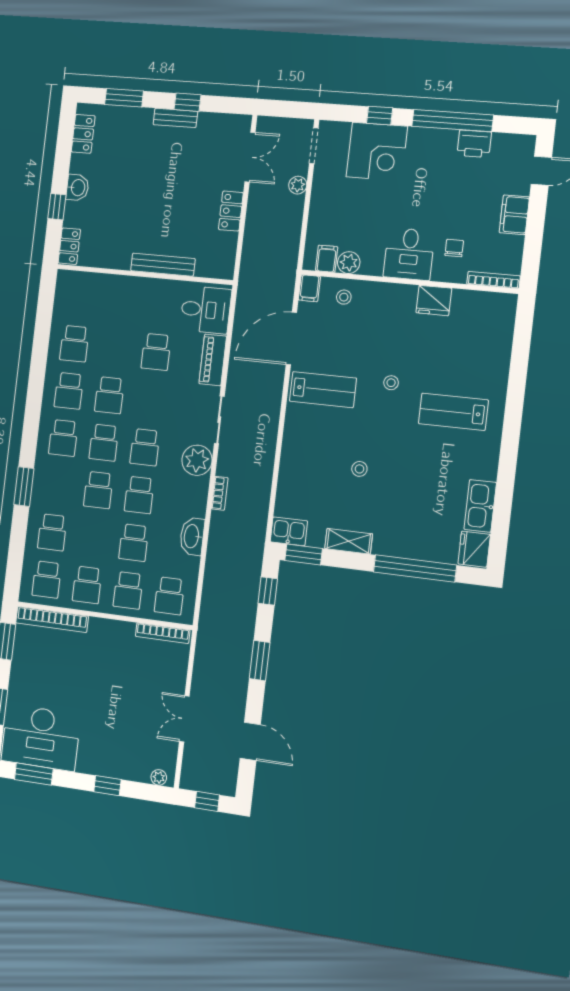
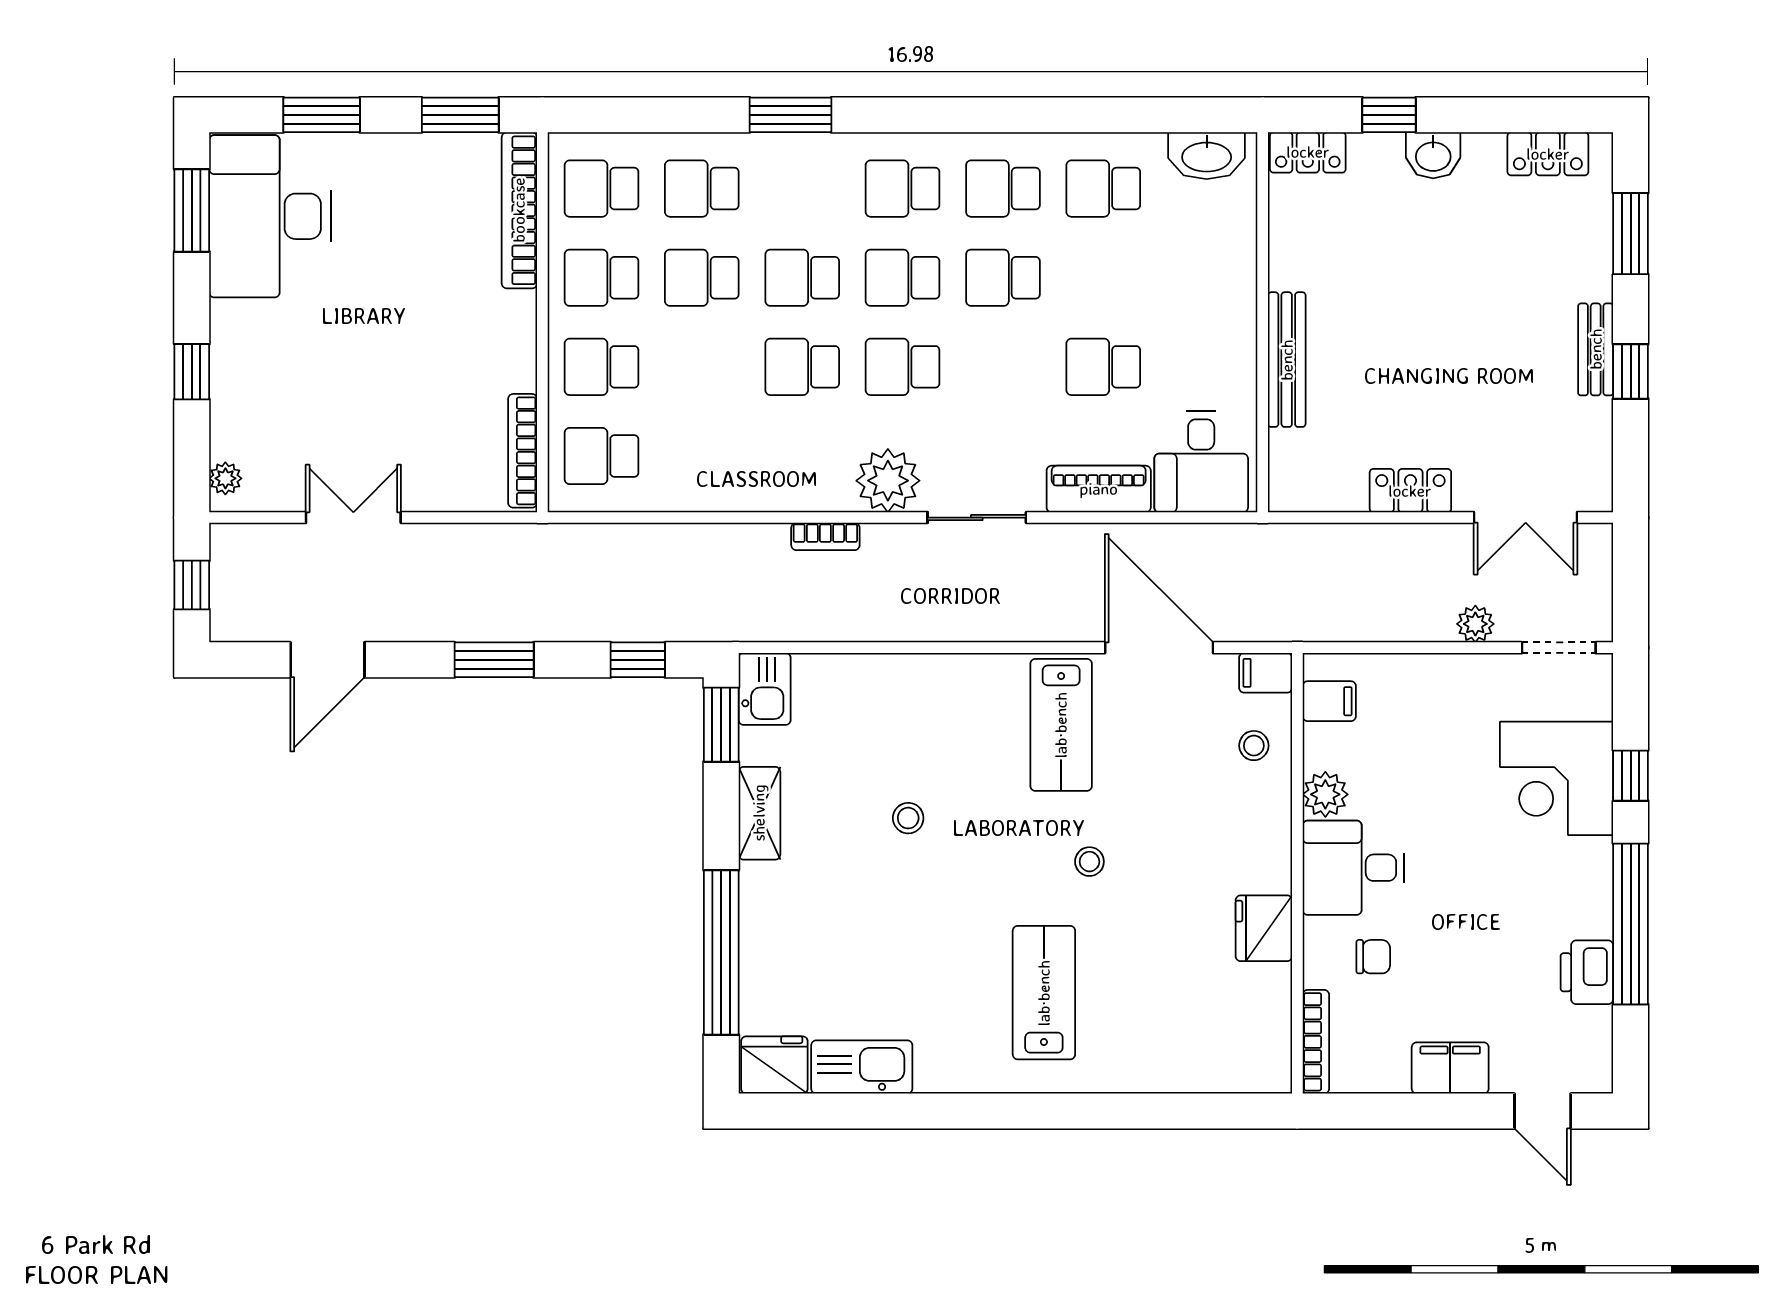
plant: (349, 263) -> (1325, 794), moved
washbasin: (192, 536) -> (1207, 156), moved, turned 180
school desk: (134, 543) -> (702, 278), moved

